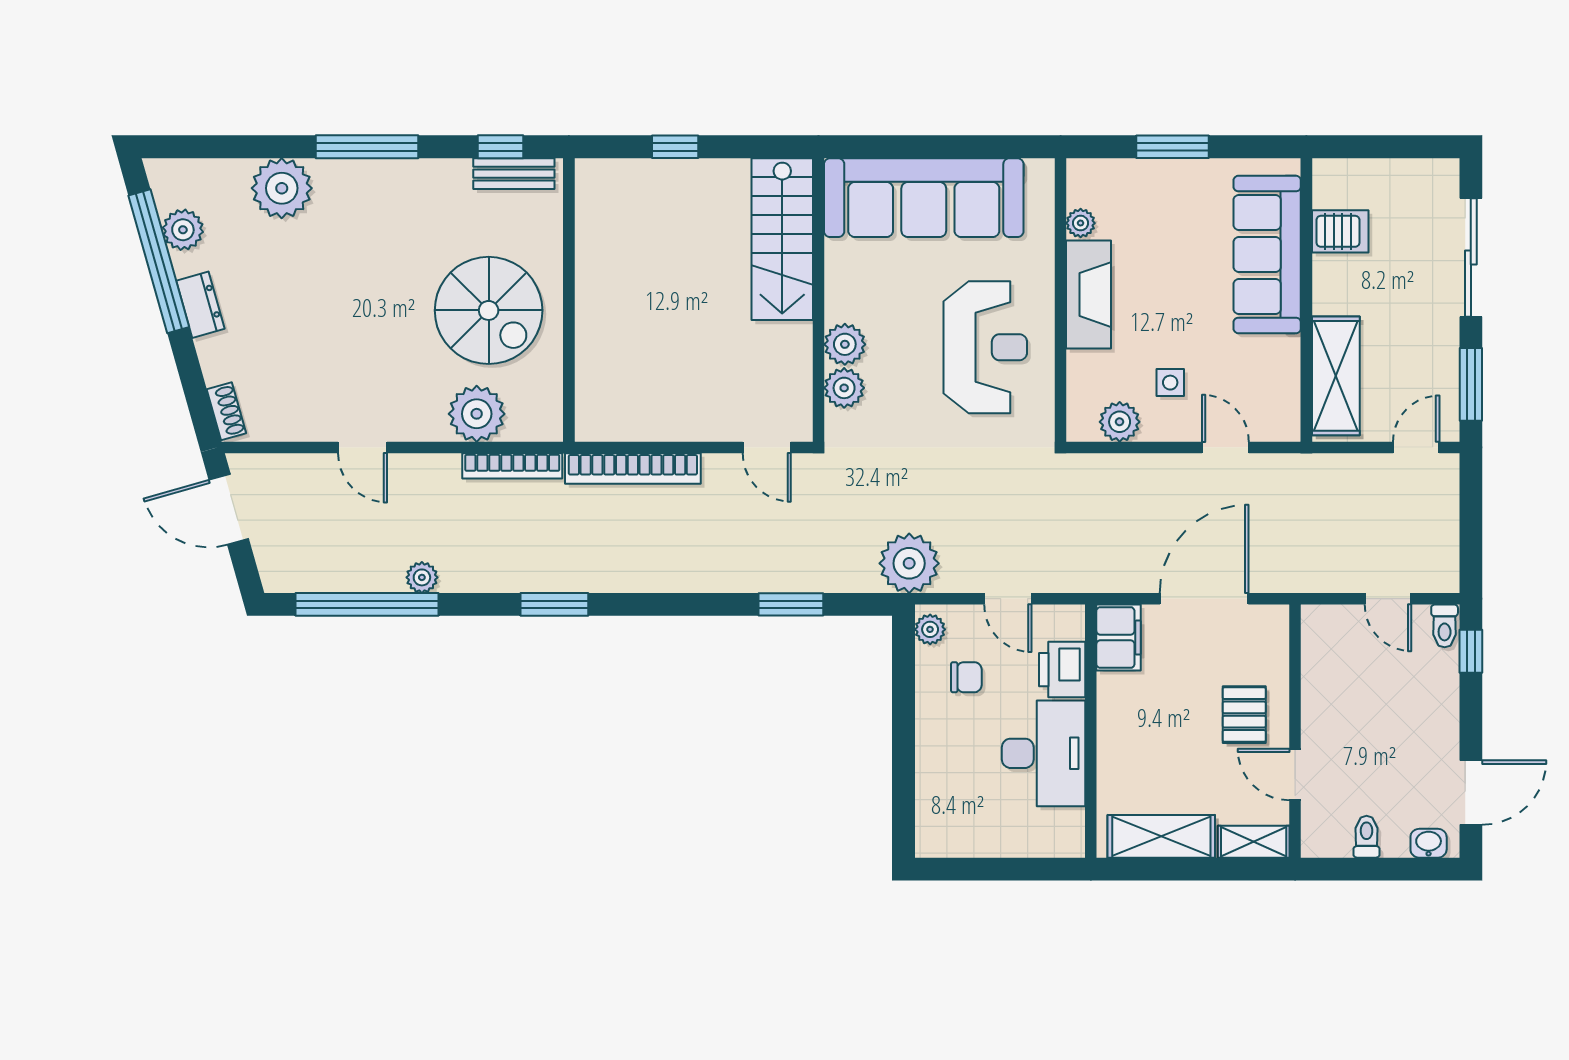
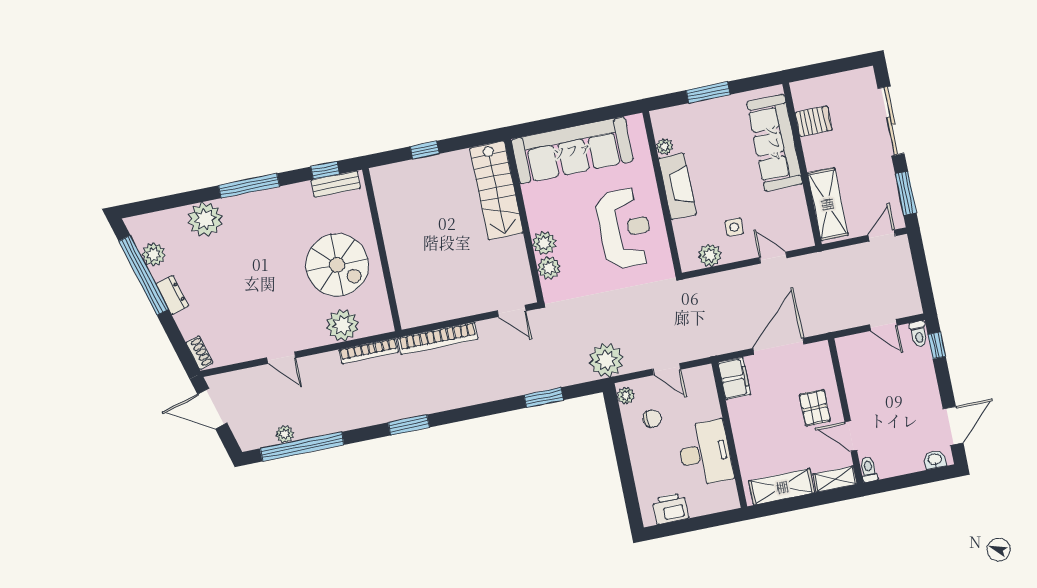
plant: (422, 577) -> (285, 434), moved
printer: (1062, 670) -> (670, 508), moved, turned 90
toilet: (1367, 837) -> (869, 469), moved

